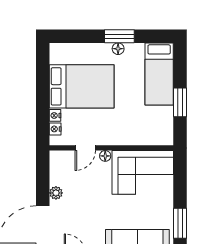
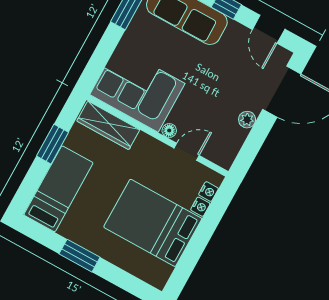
floor lamp: (118, 49) -> (89, 242), removed
wardrobe: (149, 136) -> (108, 125), added

